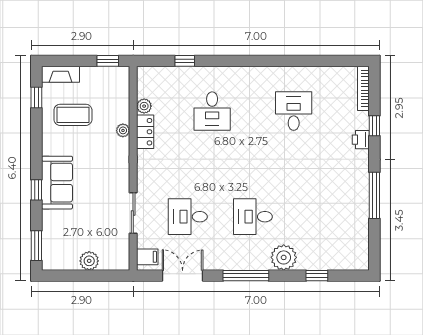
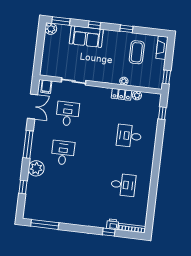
window: (185, 61) -> (162, 113), moved
window: (36, 97) -> (126, 29), moved
printer: (361, 140) -> (112, 224), moved
sofa: (57, 183) -> (86, 37), moved
window: (374, 195) -> (45, 224), moved
plant: (89, 261) -> (51, 29), moved

